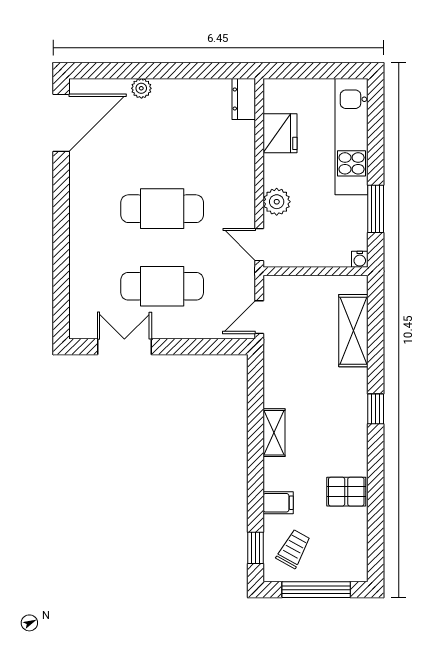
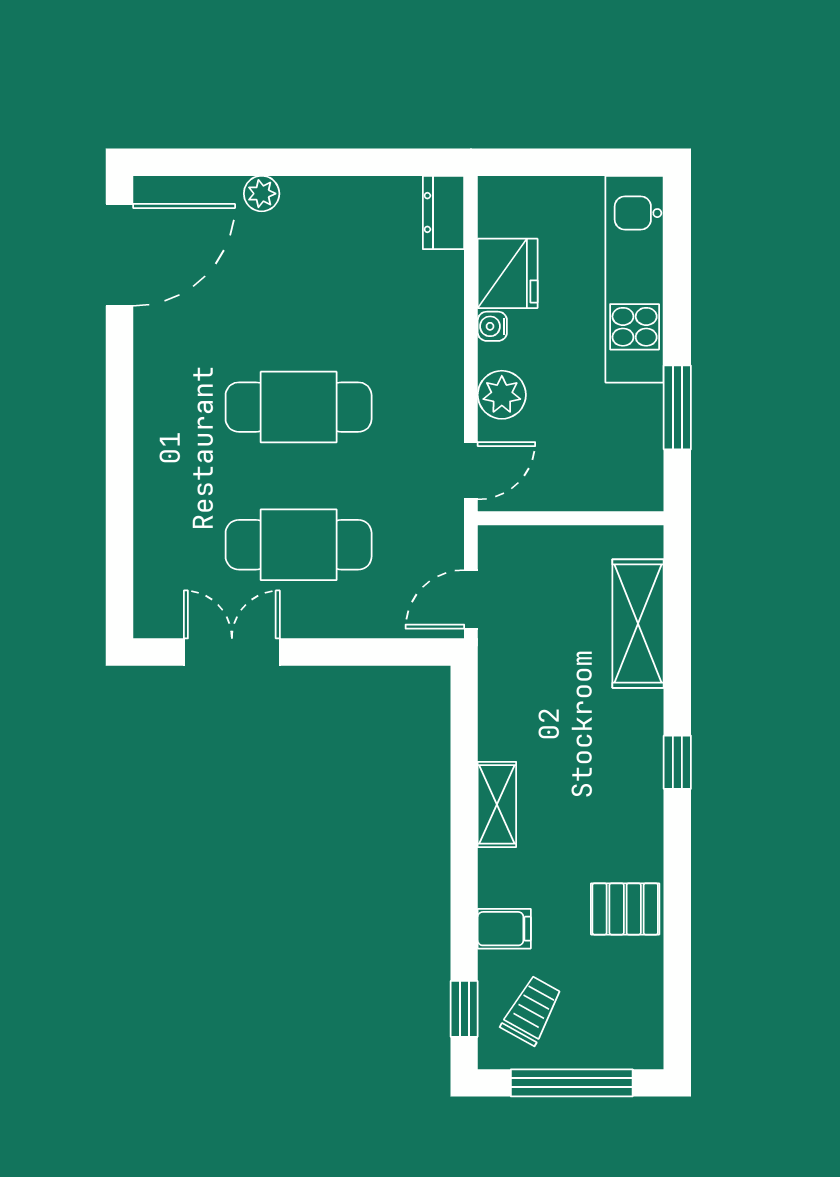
door: (259, 245) -> (471, 471), swing flipped
water cooler: (360, 259) -> (492, 326), moved, turned 90

